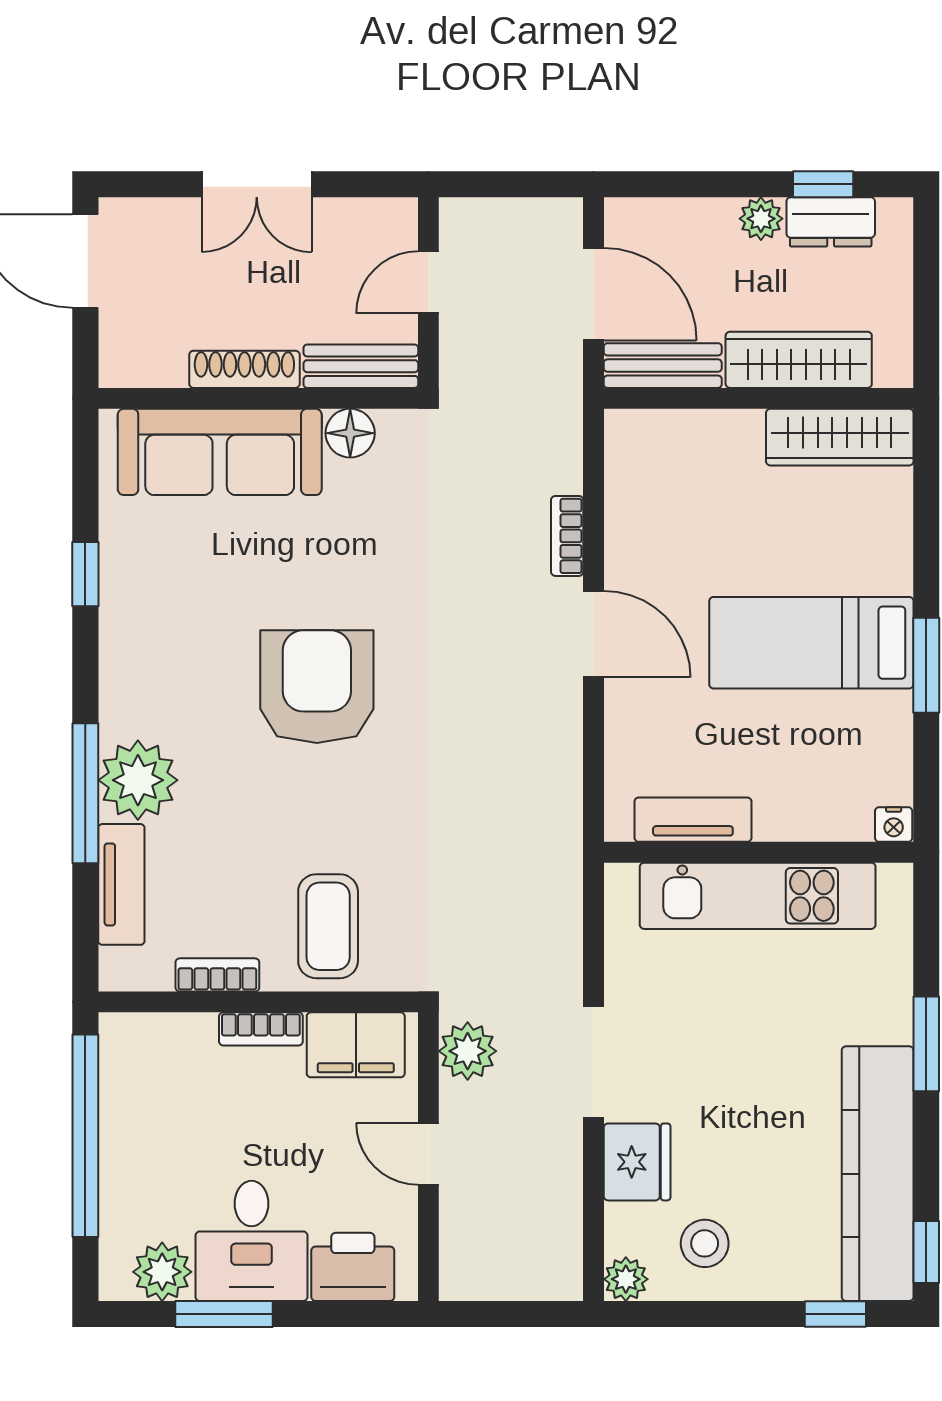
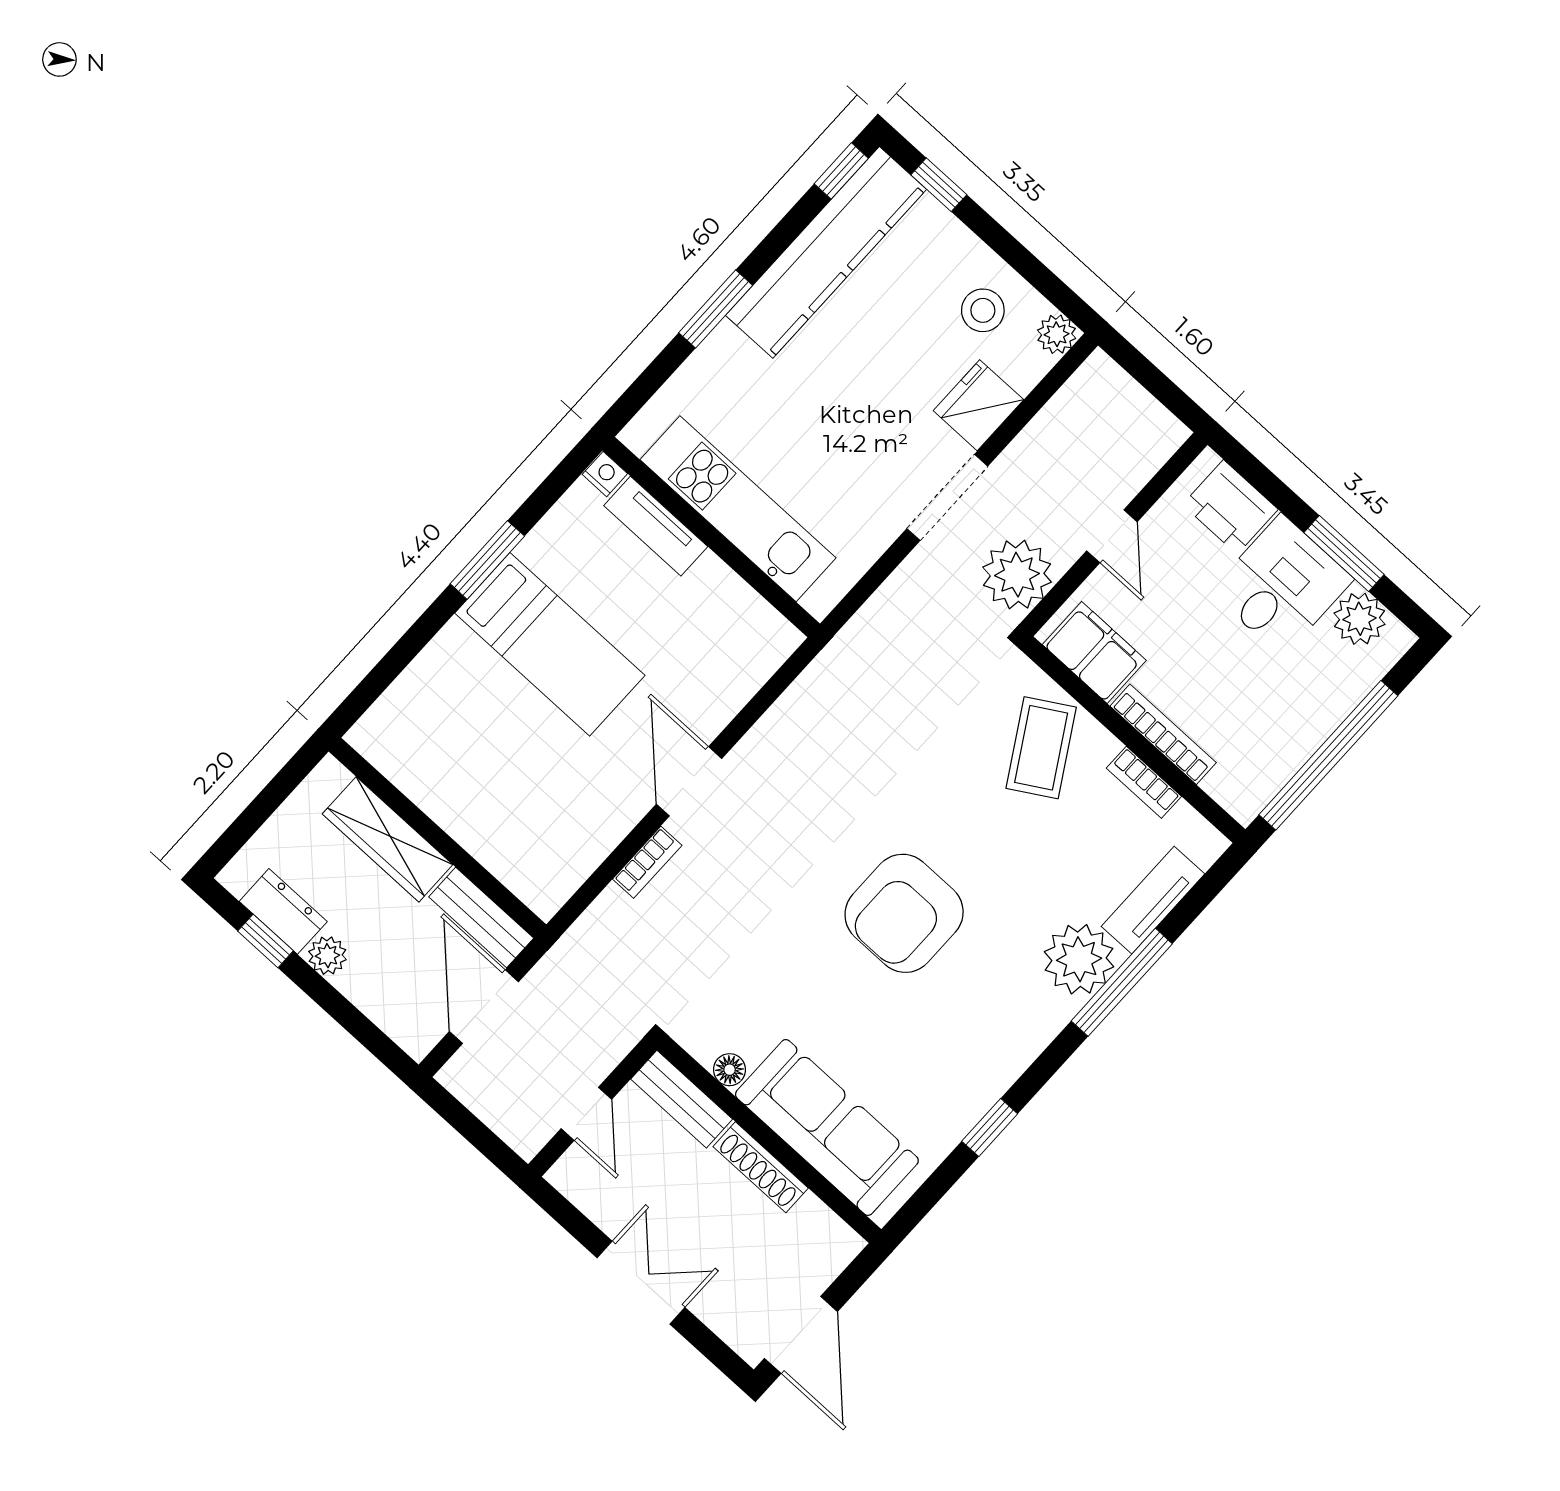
door: (428, 282) -> (586, 1114), hinge flipped
floor lamp: (350, 433) -> (730, 1070), width x0.73, depth x0.73
wardrobe: (840, 437) -> (407, 763), removed
tv unit: (693, 820) -> (656, 526), moved
coffee table: (328, 926) -> (1041, 748), turned -31
bookcase: (261, 1029) -> (1163, 734), width x1.56
plant: (468, 1051) -> (1017, 575), width x1.36, depth x1.36

